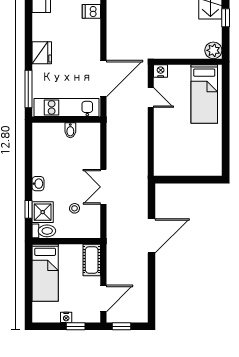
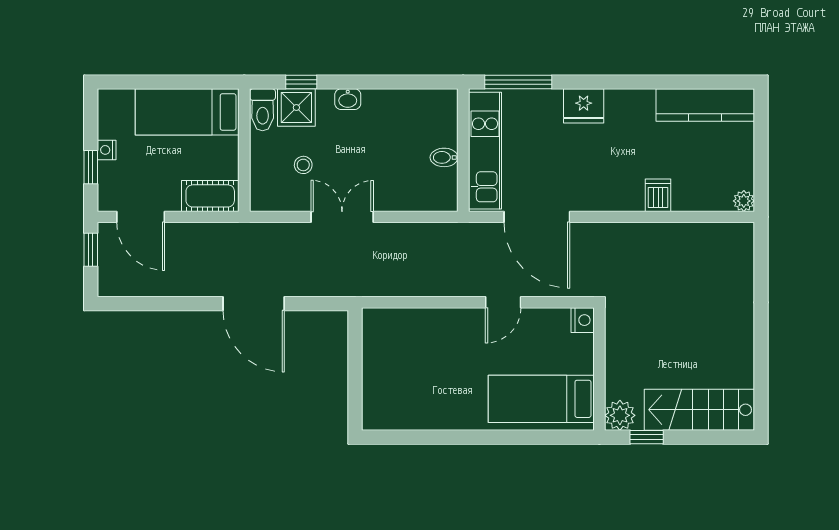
plant: (213, 50) -> (620, 415), moved
wall: (188, 62) -> (599, 369), moved
nightstand: (161, 71) -> (583, 320), moved
bed: (204, 94) -> (541, 399), moved

